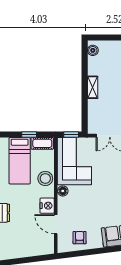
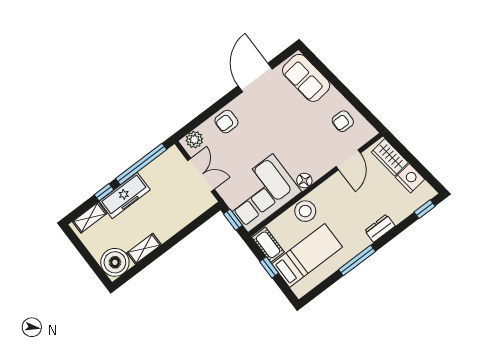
boiler: (93, 50) -> (115, 262), width x1.86, depth x1.86
shelving: (93, 87) -> (144, 249), moved
nightstand: (47, 206) -> (410, 178), moved, turned 83
wardrobe: (39, 249) -> (390, 157), added

